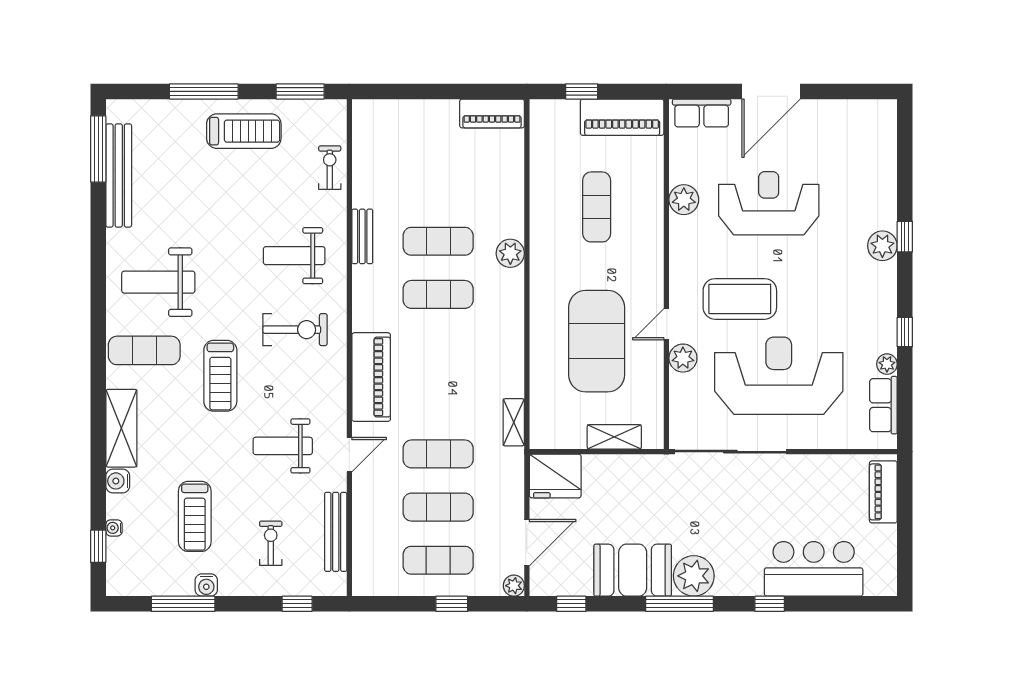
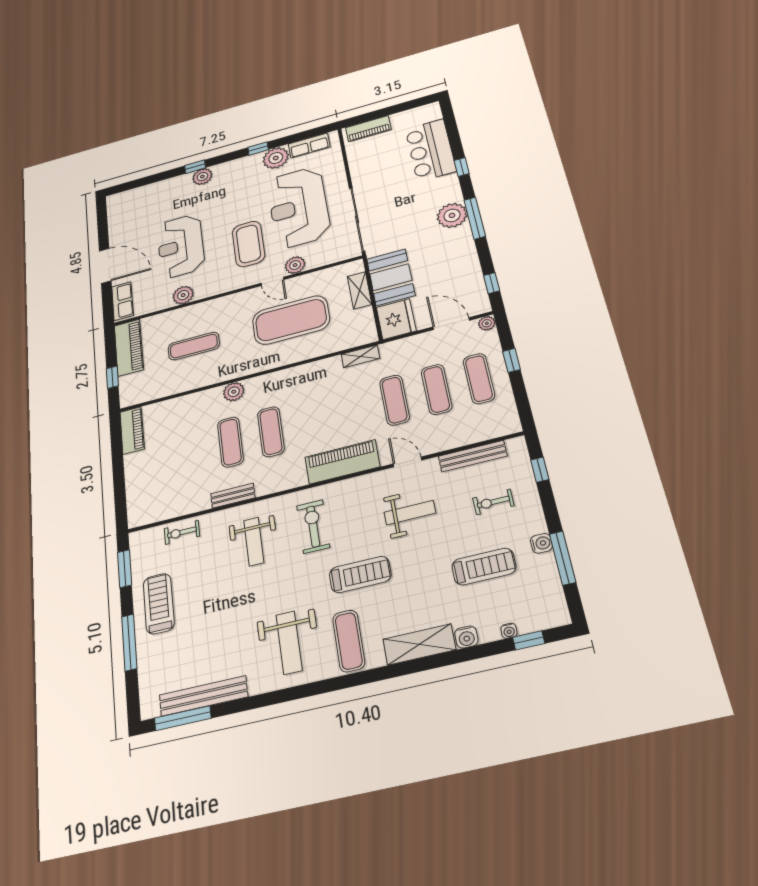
plant: (887, 364) -> (276, 158), width x1.88, depth x1.88
weight bench: (283, 446) -> (410, 513), turned -90
booth: (633, 570) -> (391, 277), moved

